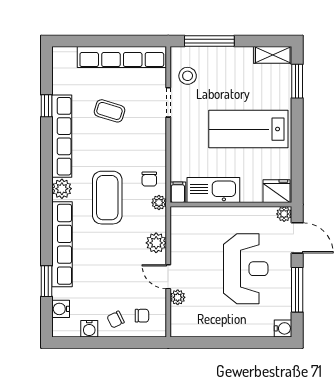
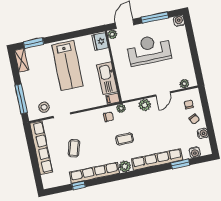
coffee table: (107, 198) -> (124, 139), width x0.54, depth x0.58
plant: (178, 297) -> (184, 84), moved

